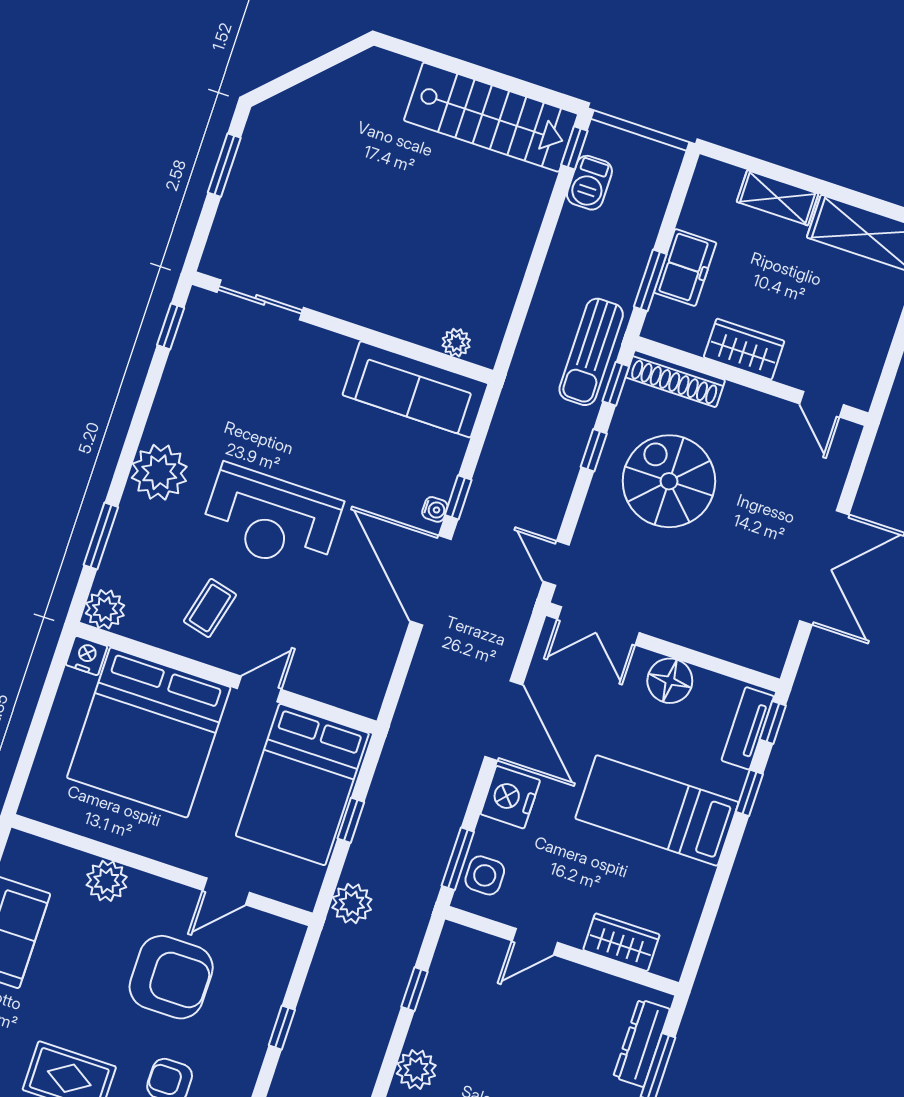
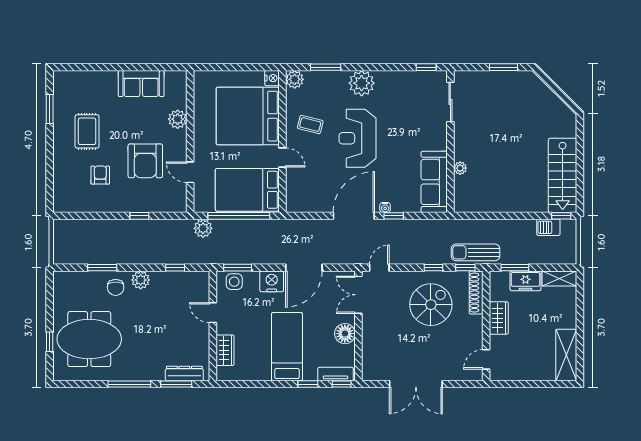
shelving: (778, 198) -> (559, 279), moved, turned 90
plant: (456, 343) -> (460, 168), moved
window: (351, 820) -> (239, 216), width x3.17

